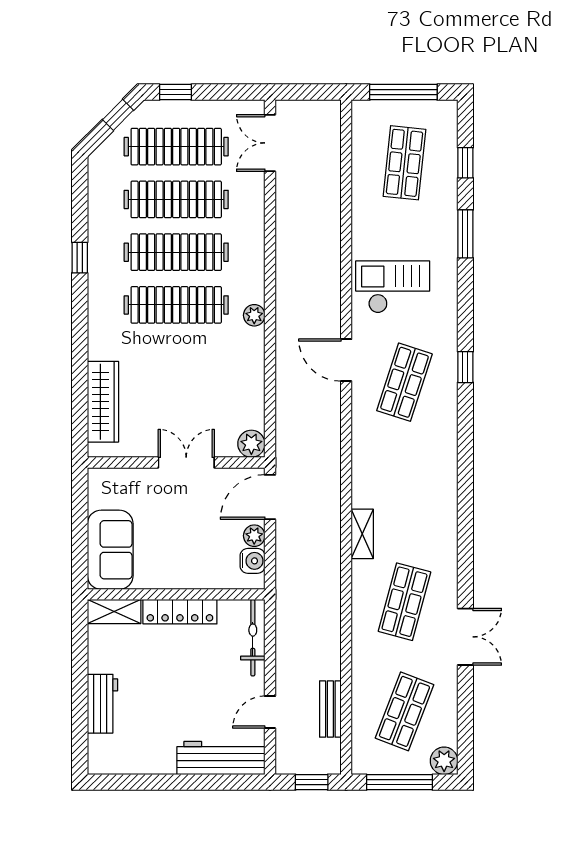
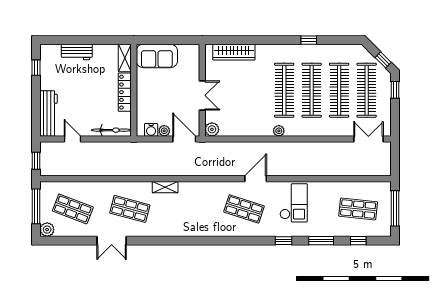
window: (465, 367) -> (283, 241), moved
bench: (330, 709) -> (74, 170), removed
window: (133, 782) -> (36, 68), added

